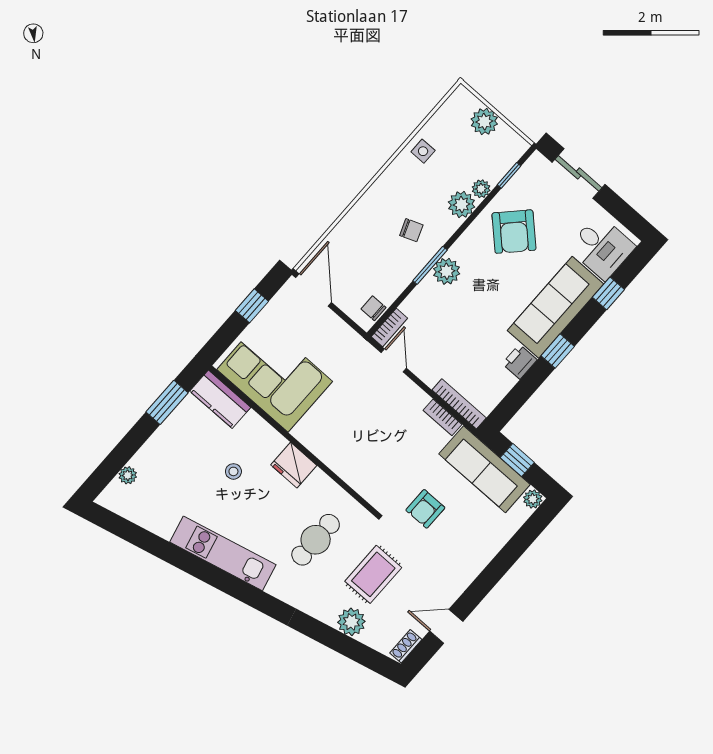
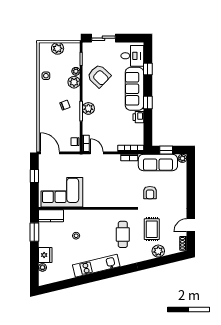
fridge: (294, 465) -> (45, 255), moved, turned -90

